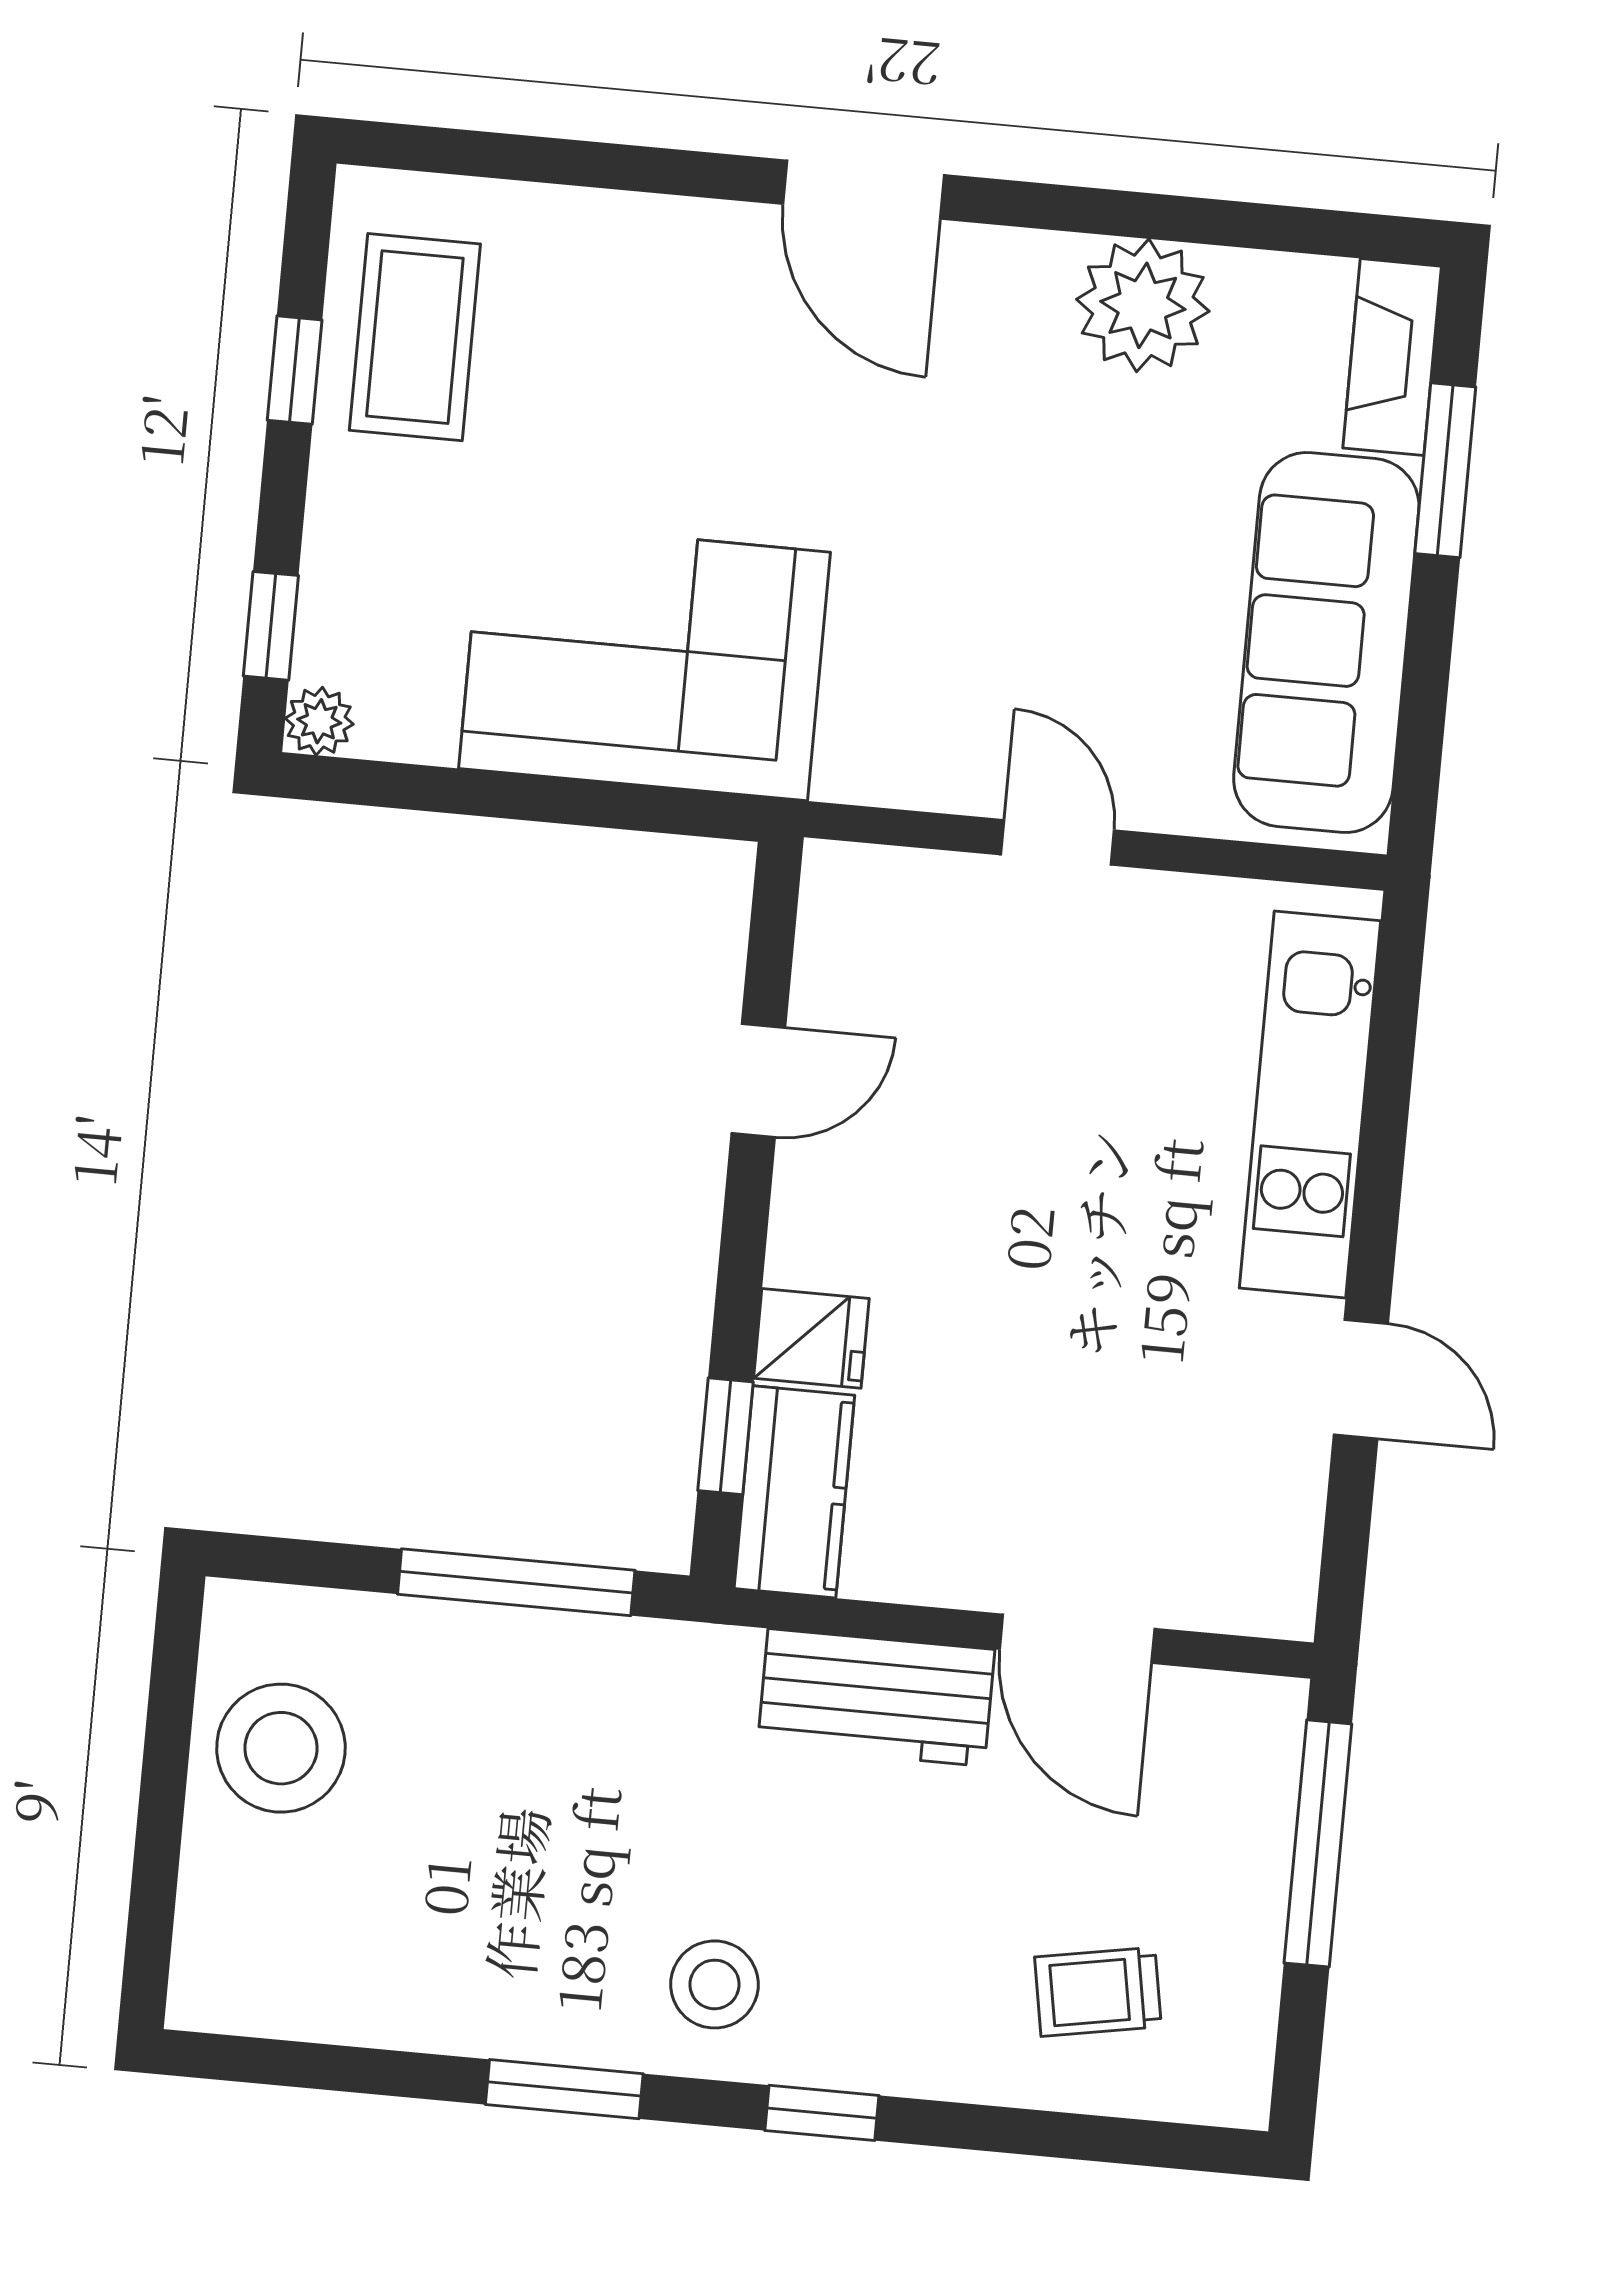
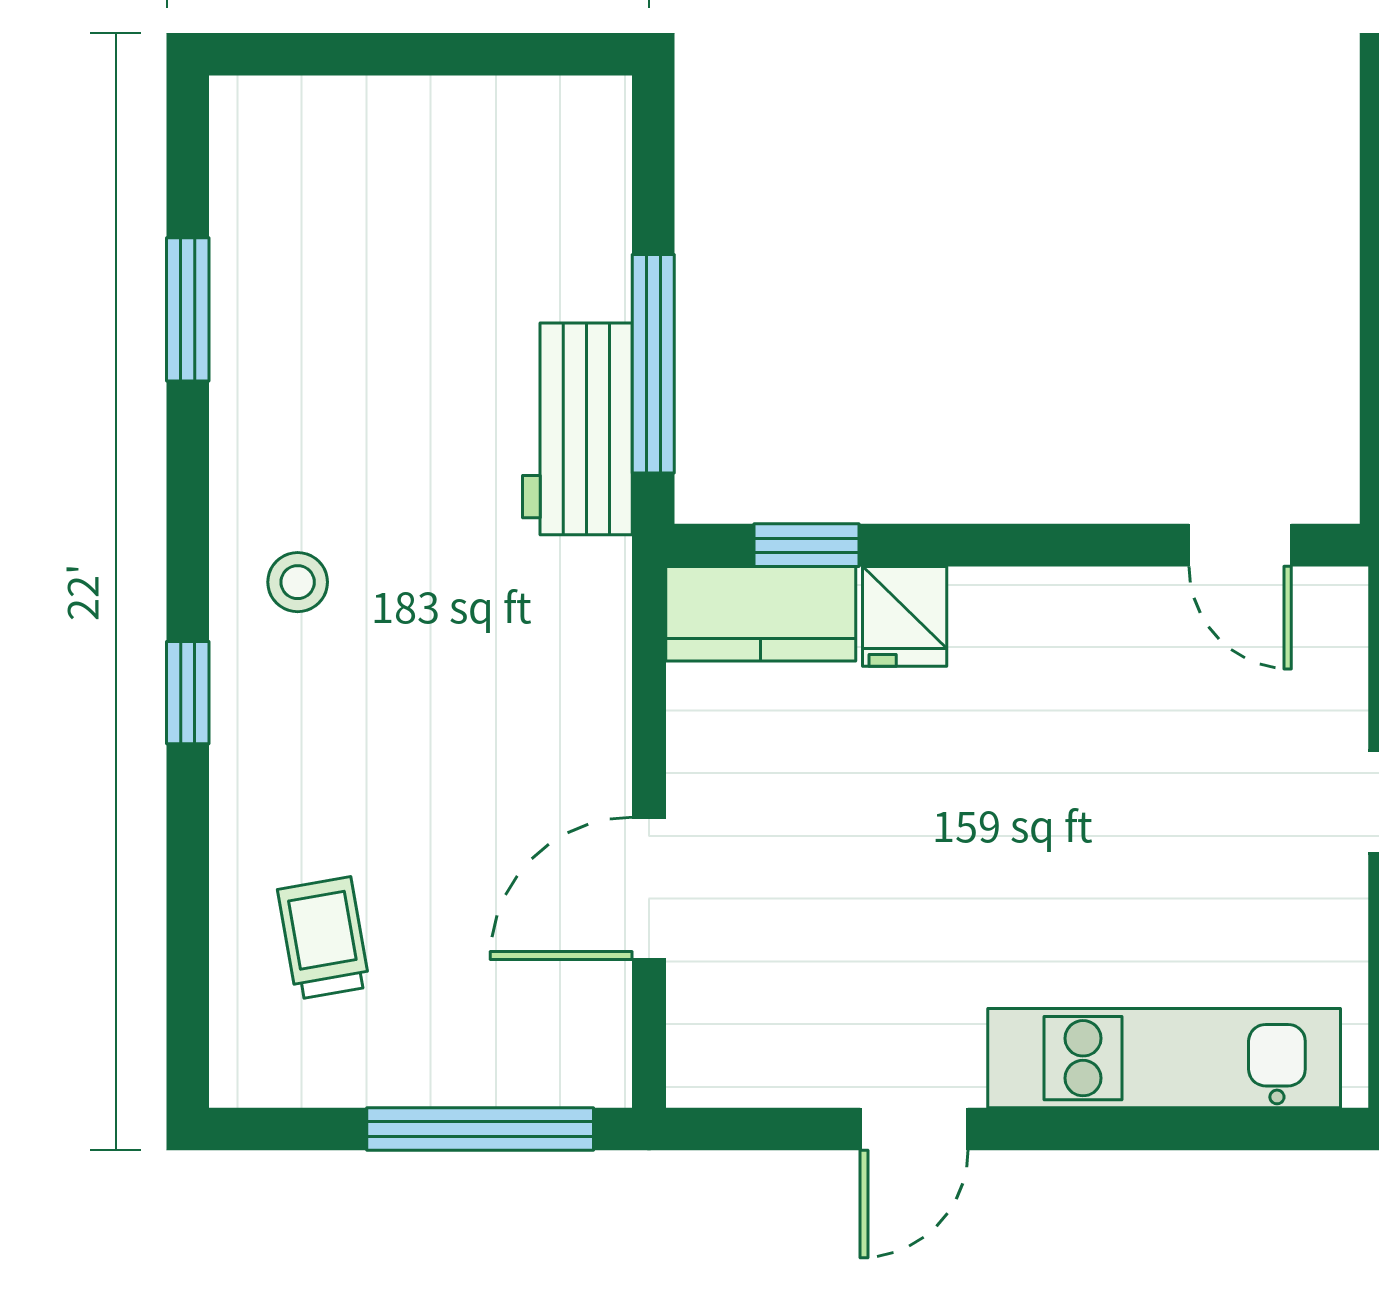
door: (758, 1080) -> (1240, 545), moved
workbench: (876, 1698) -> (577, 429), moved
stool: (281, 1748) -> (479, 160), removed
stool: (715, 1984) -> (298, 582), width x0.73, depth x0.73
window: (564, 2089) -> (188, 309), moved

